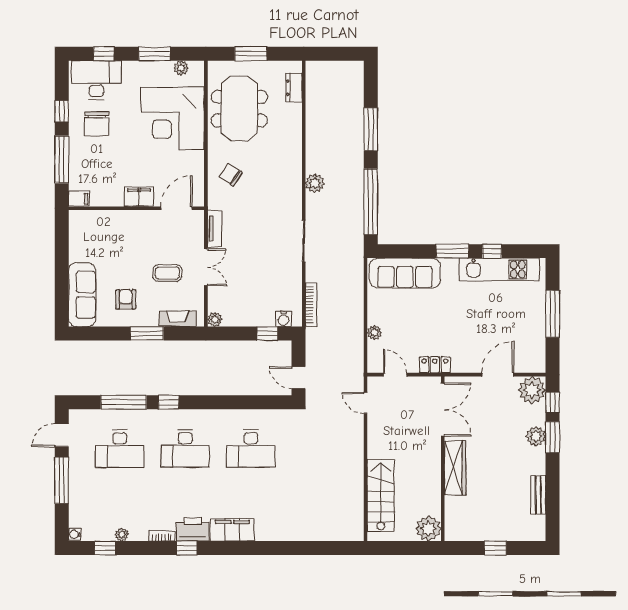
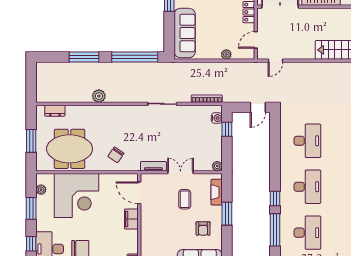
plant: (315, 183) -> (99, 96), moved
armchair: (126, 299) -> (203, 228), turned -90

